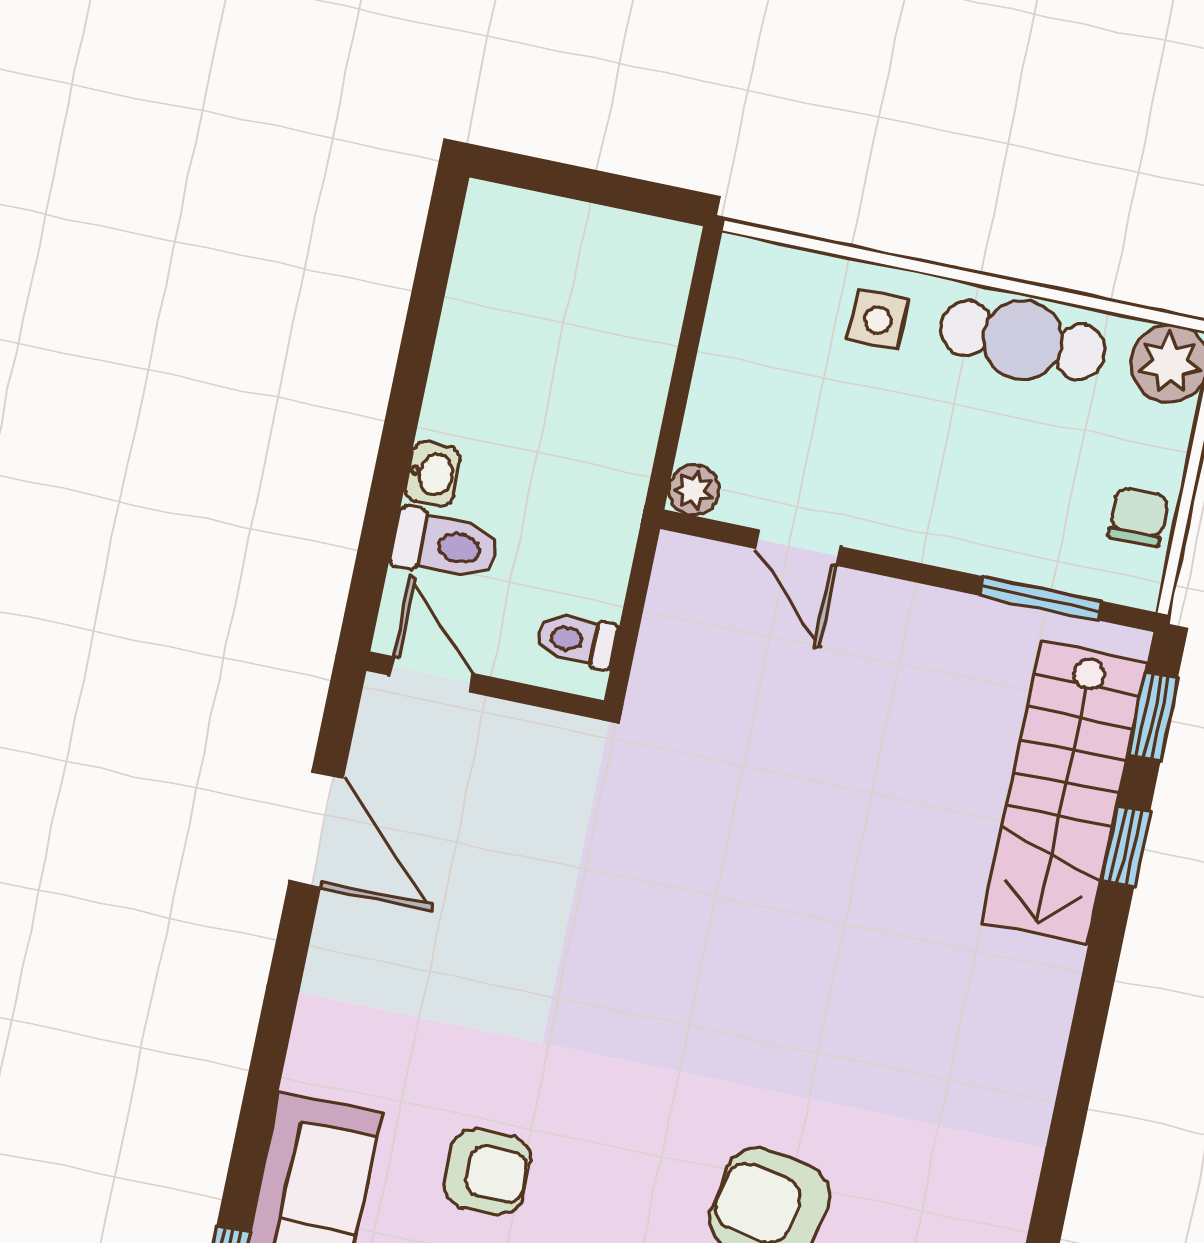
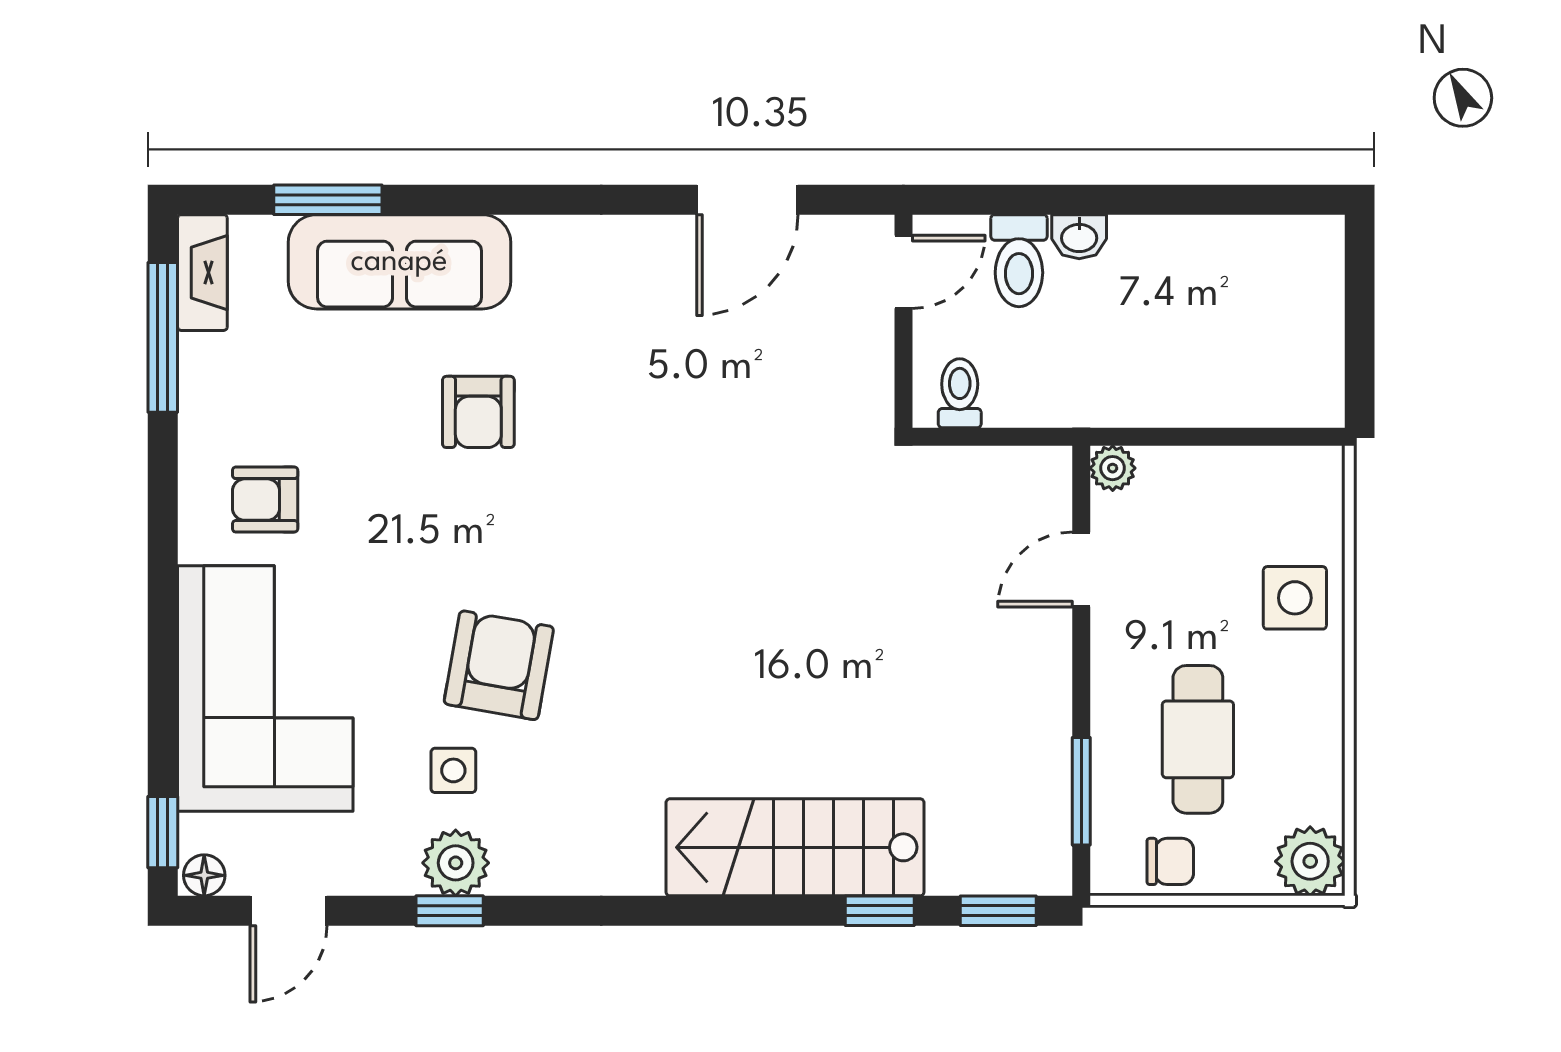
side table: (878, 320) -> (1295, 598), width x1.37, depth x1.37
cafe table: (1023, 340) -> (1198, 739), moved
stairs: (1064, 793) -> (795, 847), moved

